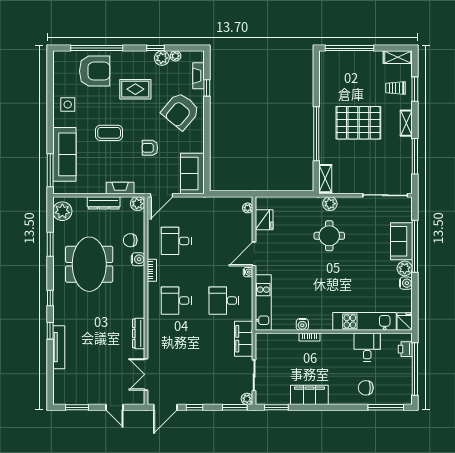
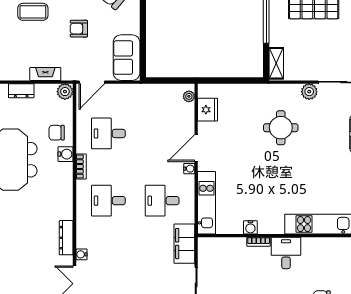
dresser: (104, 203) -> (21, 91), width x0.70
plant: (330, 204) -> (309, 92), moved
desk: (367, 347) -> (286, 253), moved
water cooler: (152, 348) -> (81, 254), added

